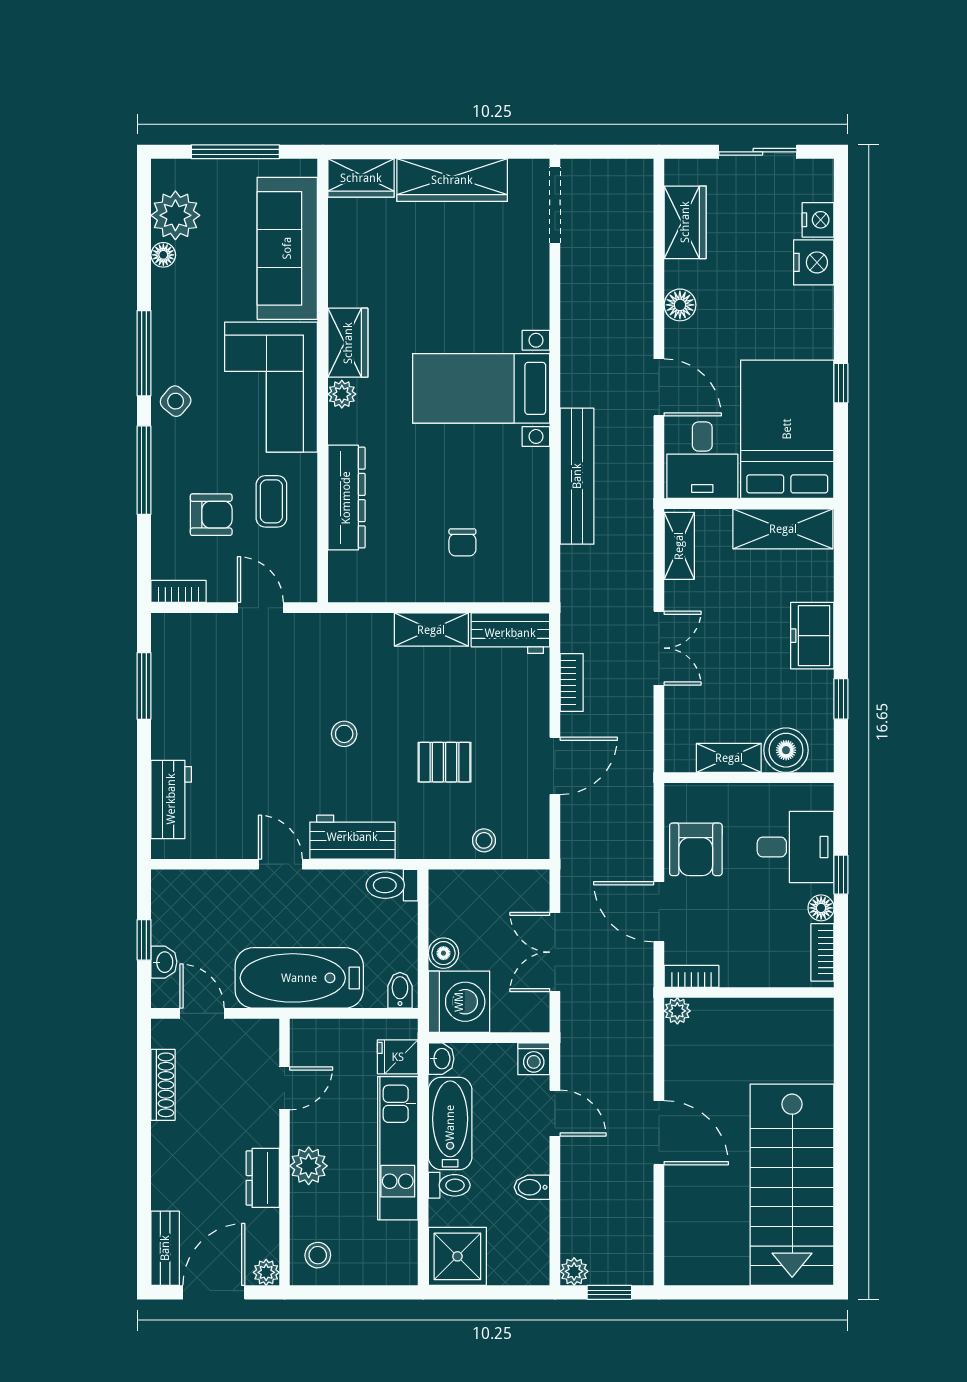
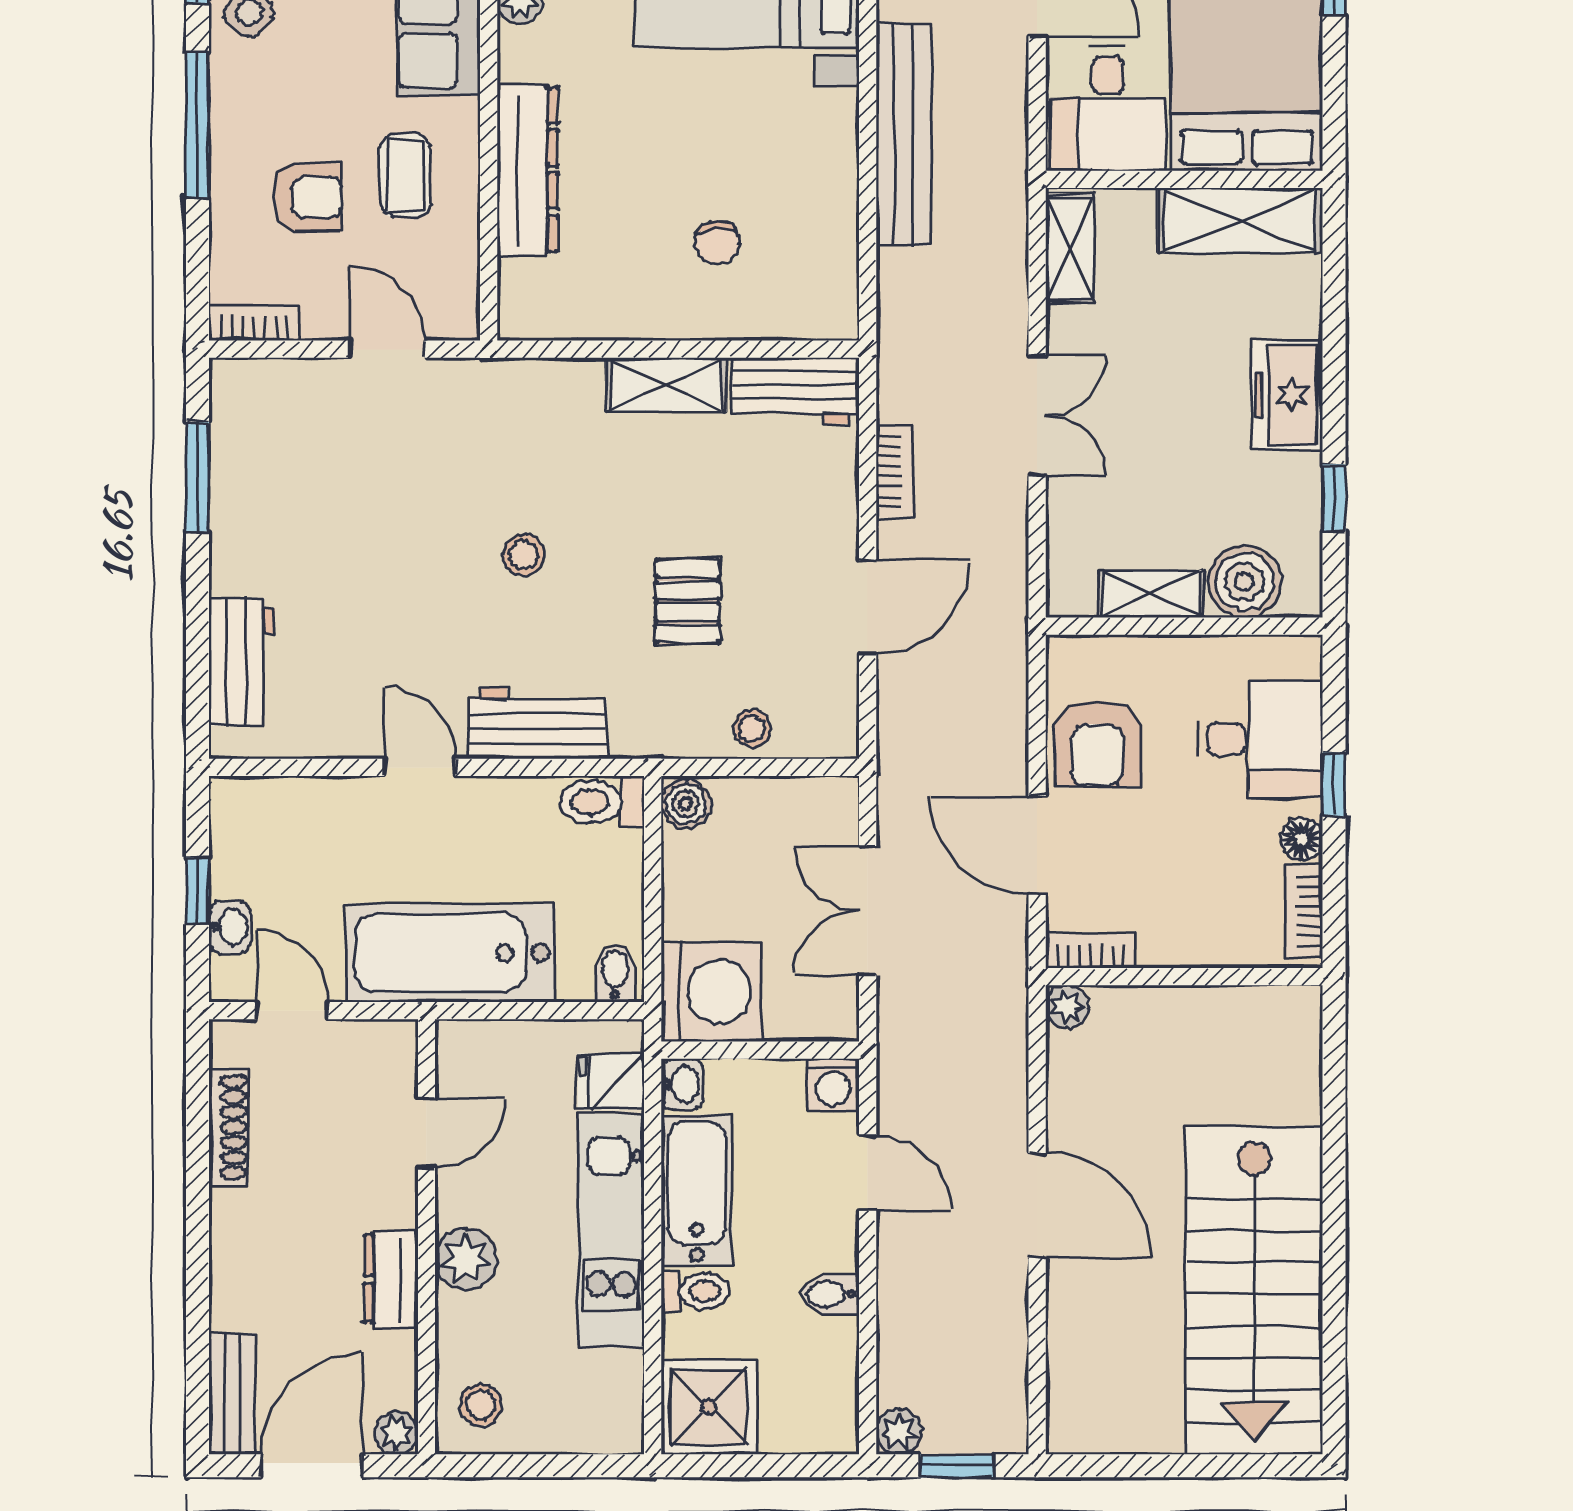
pallet: (445, 762) -> (688, 601), turned 90
boiler: (443, 953) -> (686, 804), moved

